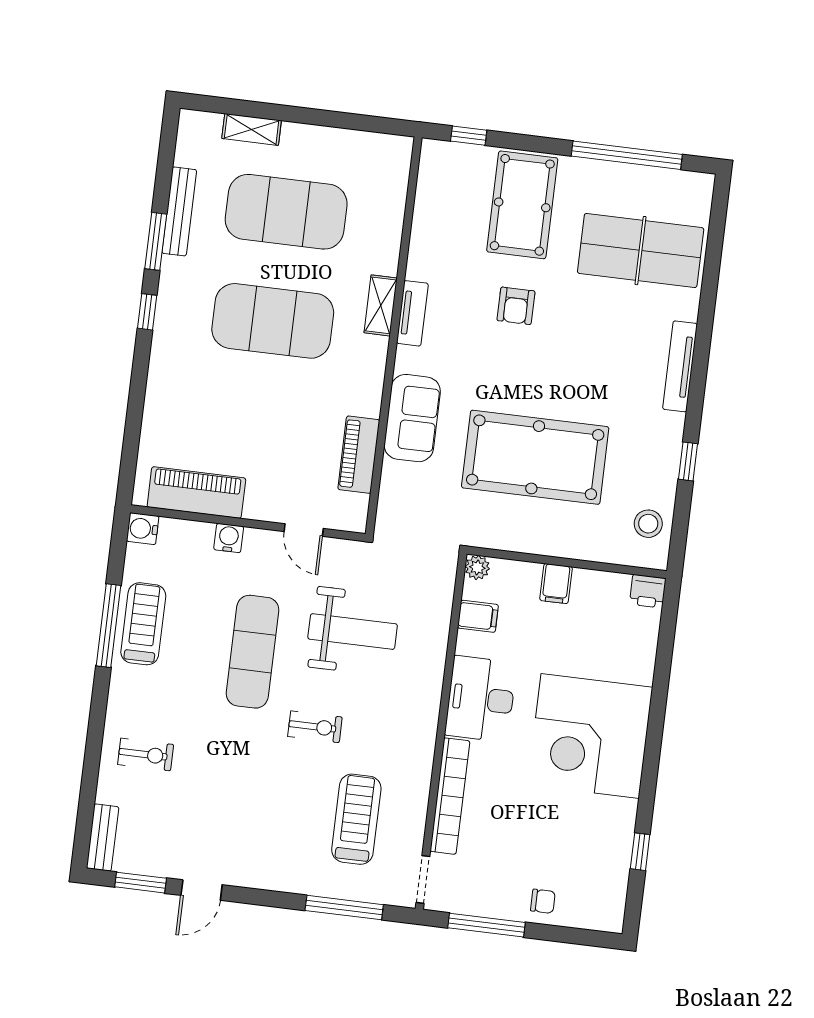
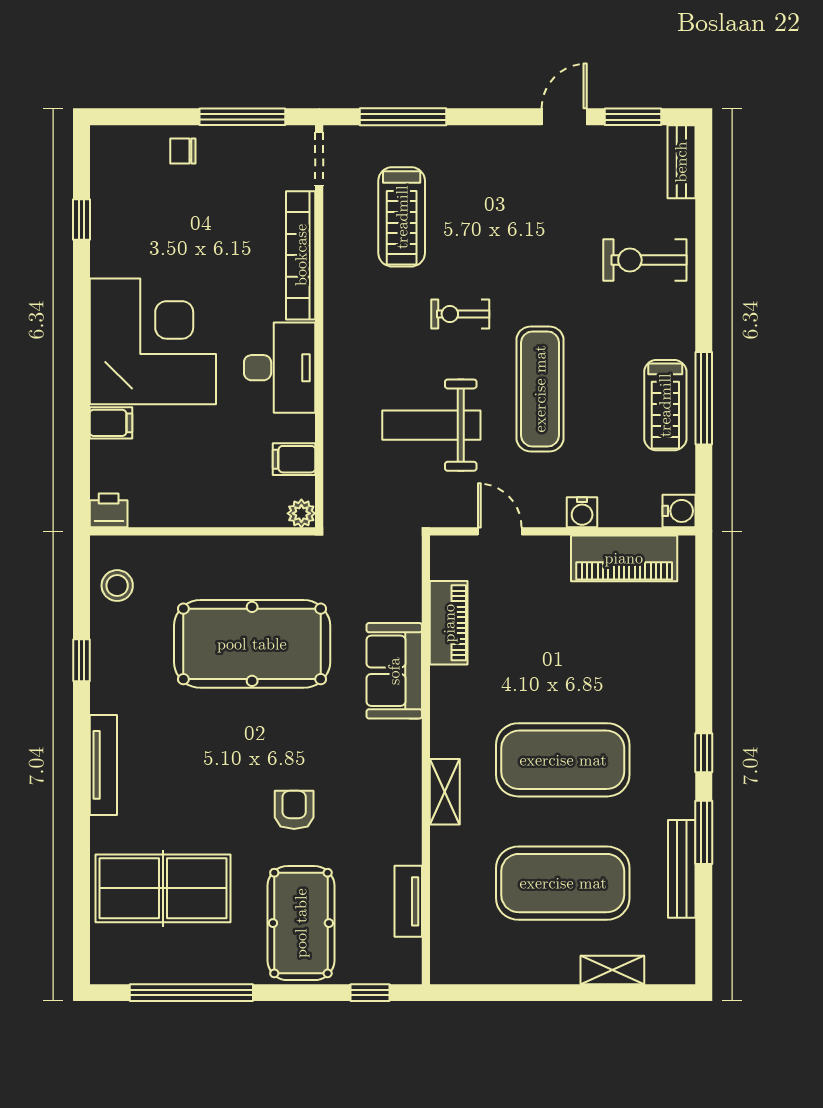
tv unit: (412, 313) -> (408, 901), moved
filing cabinet: (556, 584) -> (111, 423), moved, turned 90
exercise bike: (146, 755) -> (645, 260), width x1.38, depth x1.39

